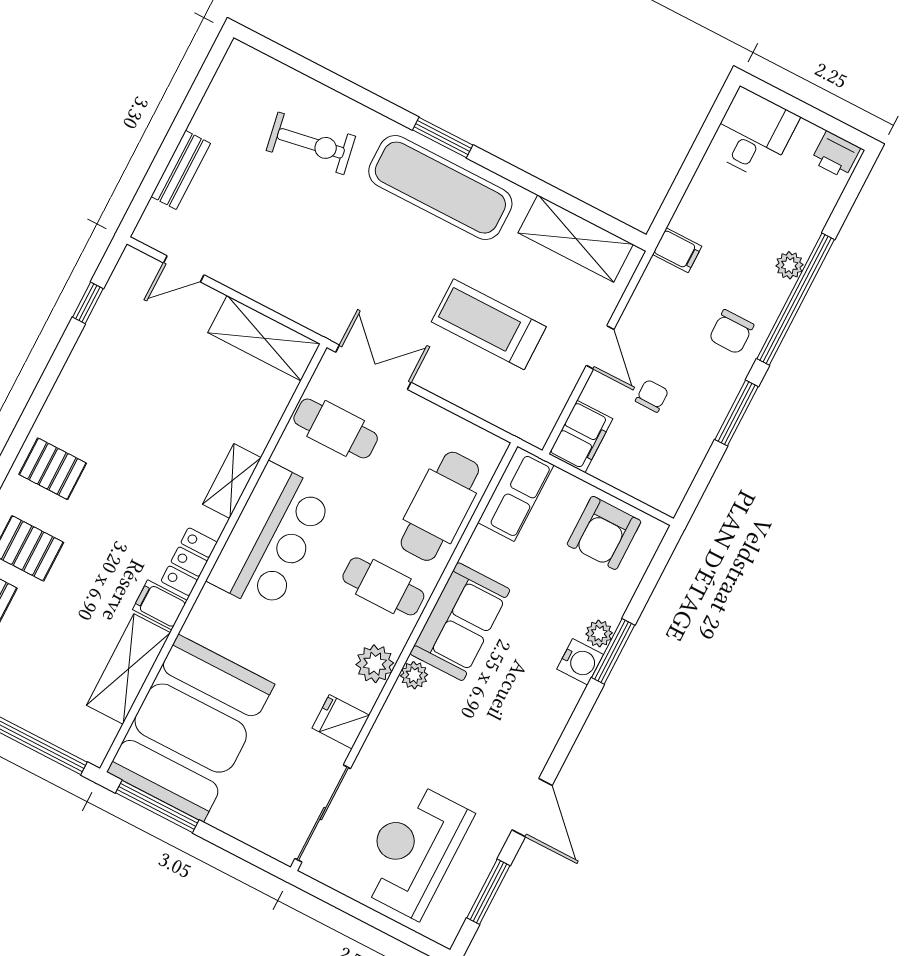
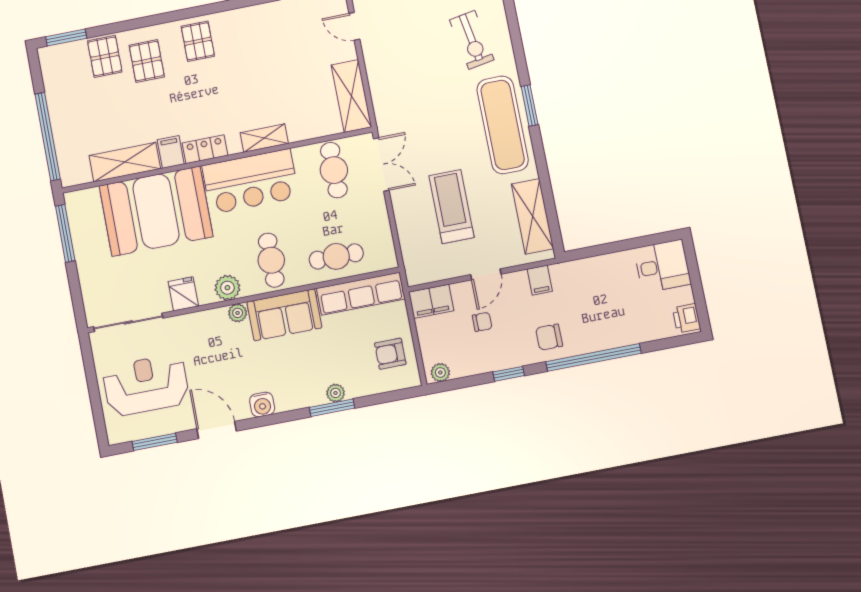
filing cabinet: (677, 250) -> (540, 280), moved
plant: (790, 265) -> (440, 372), moved
window: (737, 413) -> (509, 374), width x0.67
row of seats: (516, 494) -> (361, 294), width x1.48
cafe table: (440, 506) -> (336, 256), width x0.73, depth x0.74
armchair: (604, 533) -> (390, 354), width x0.72, depth x0.72
water cooler: (580, 662) -> (262, 404), moved
booth: (191, 728) -> (156, 211), moved
door: (532, 808) -> (217, 430), swing flipped

